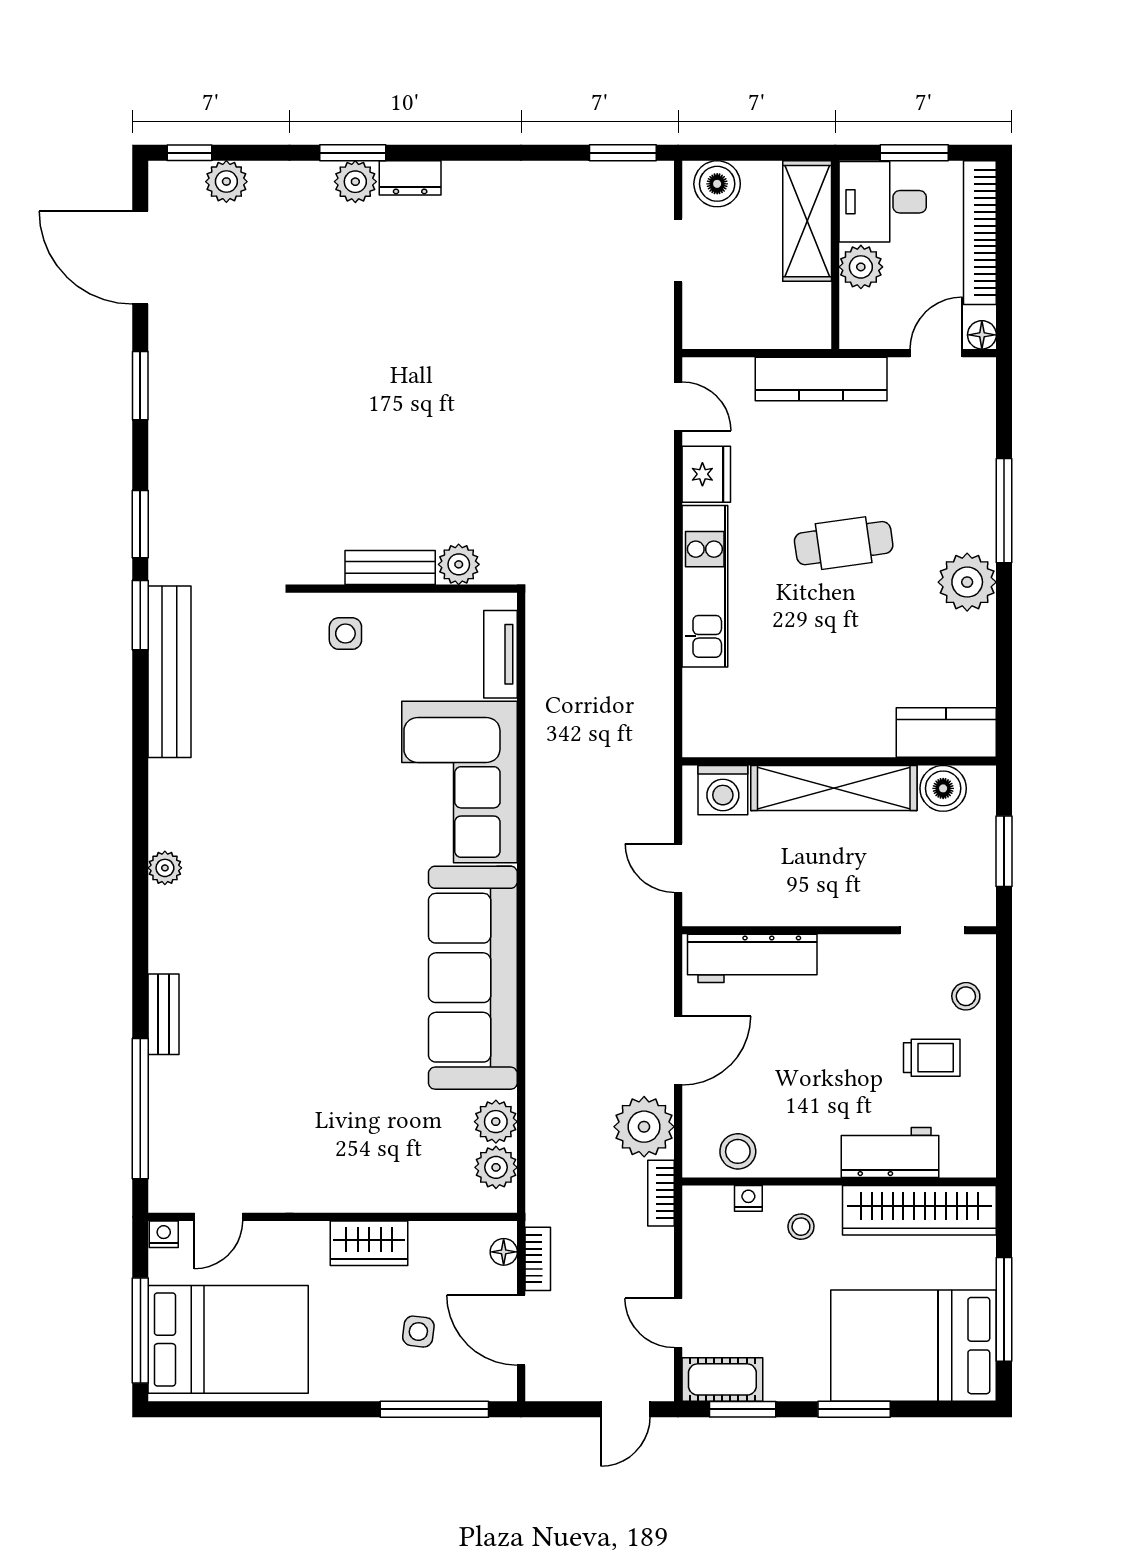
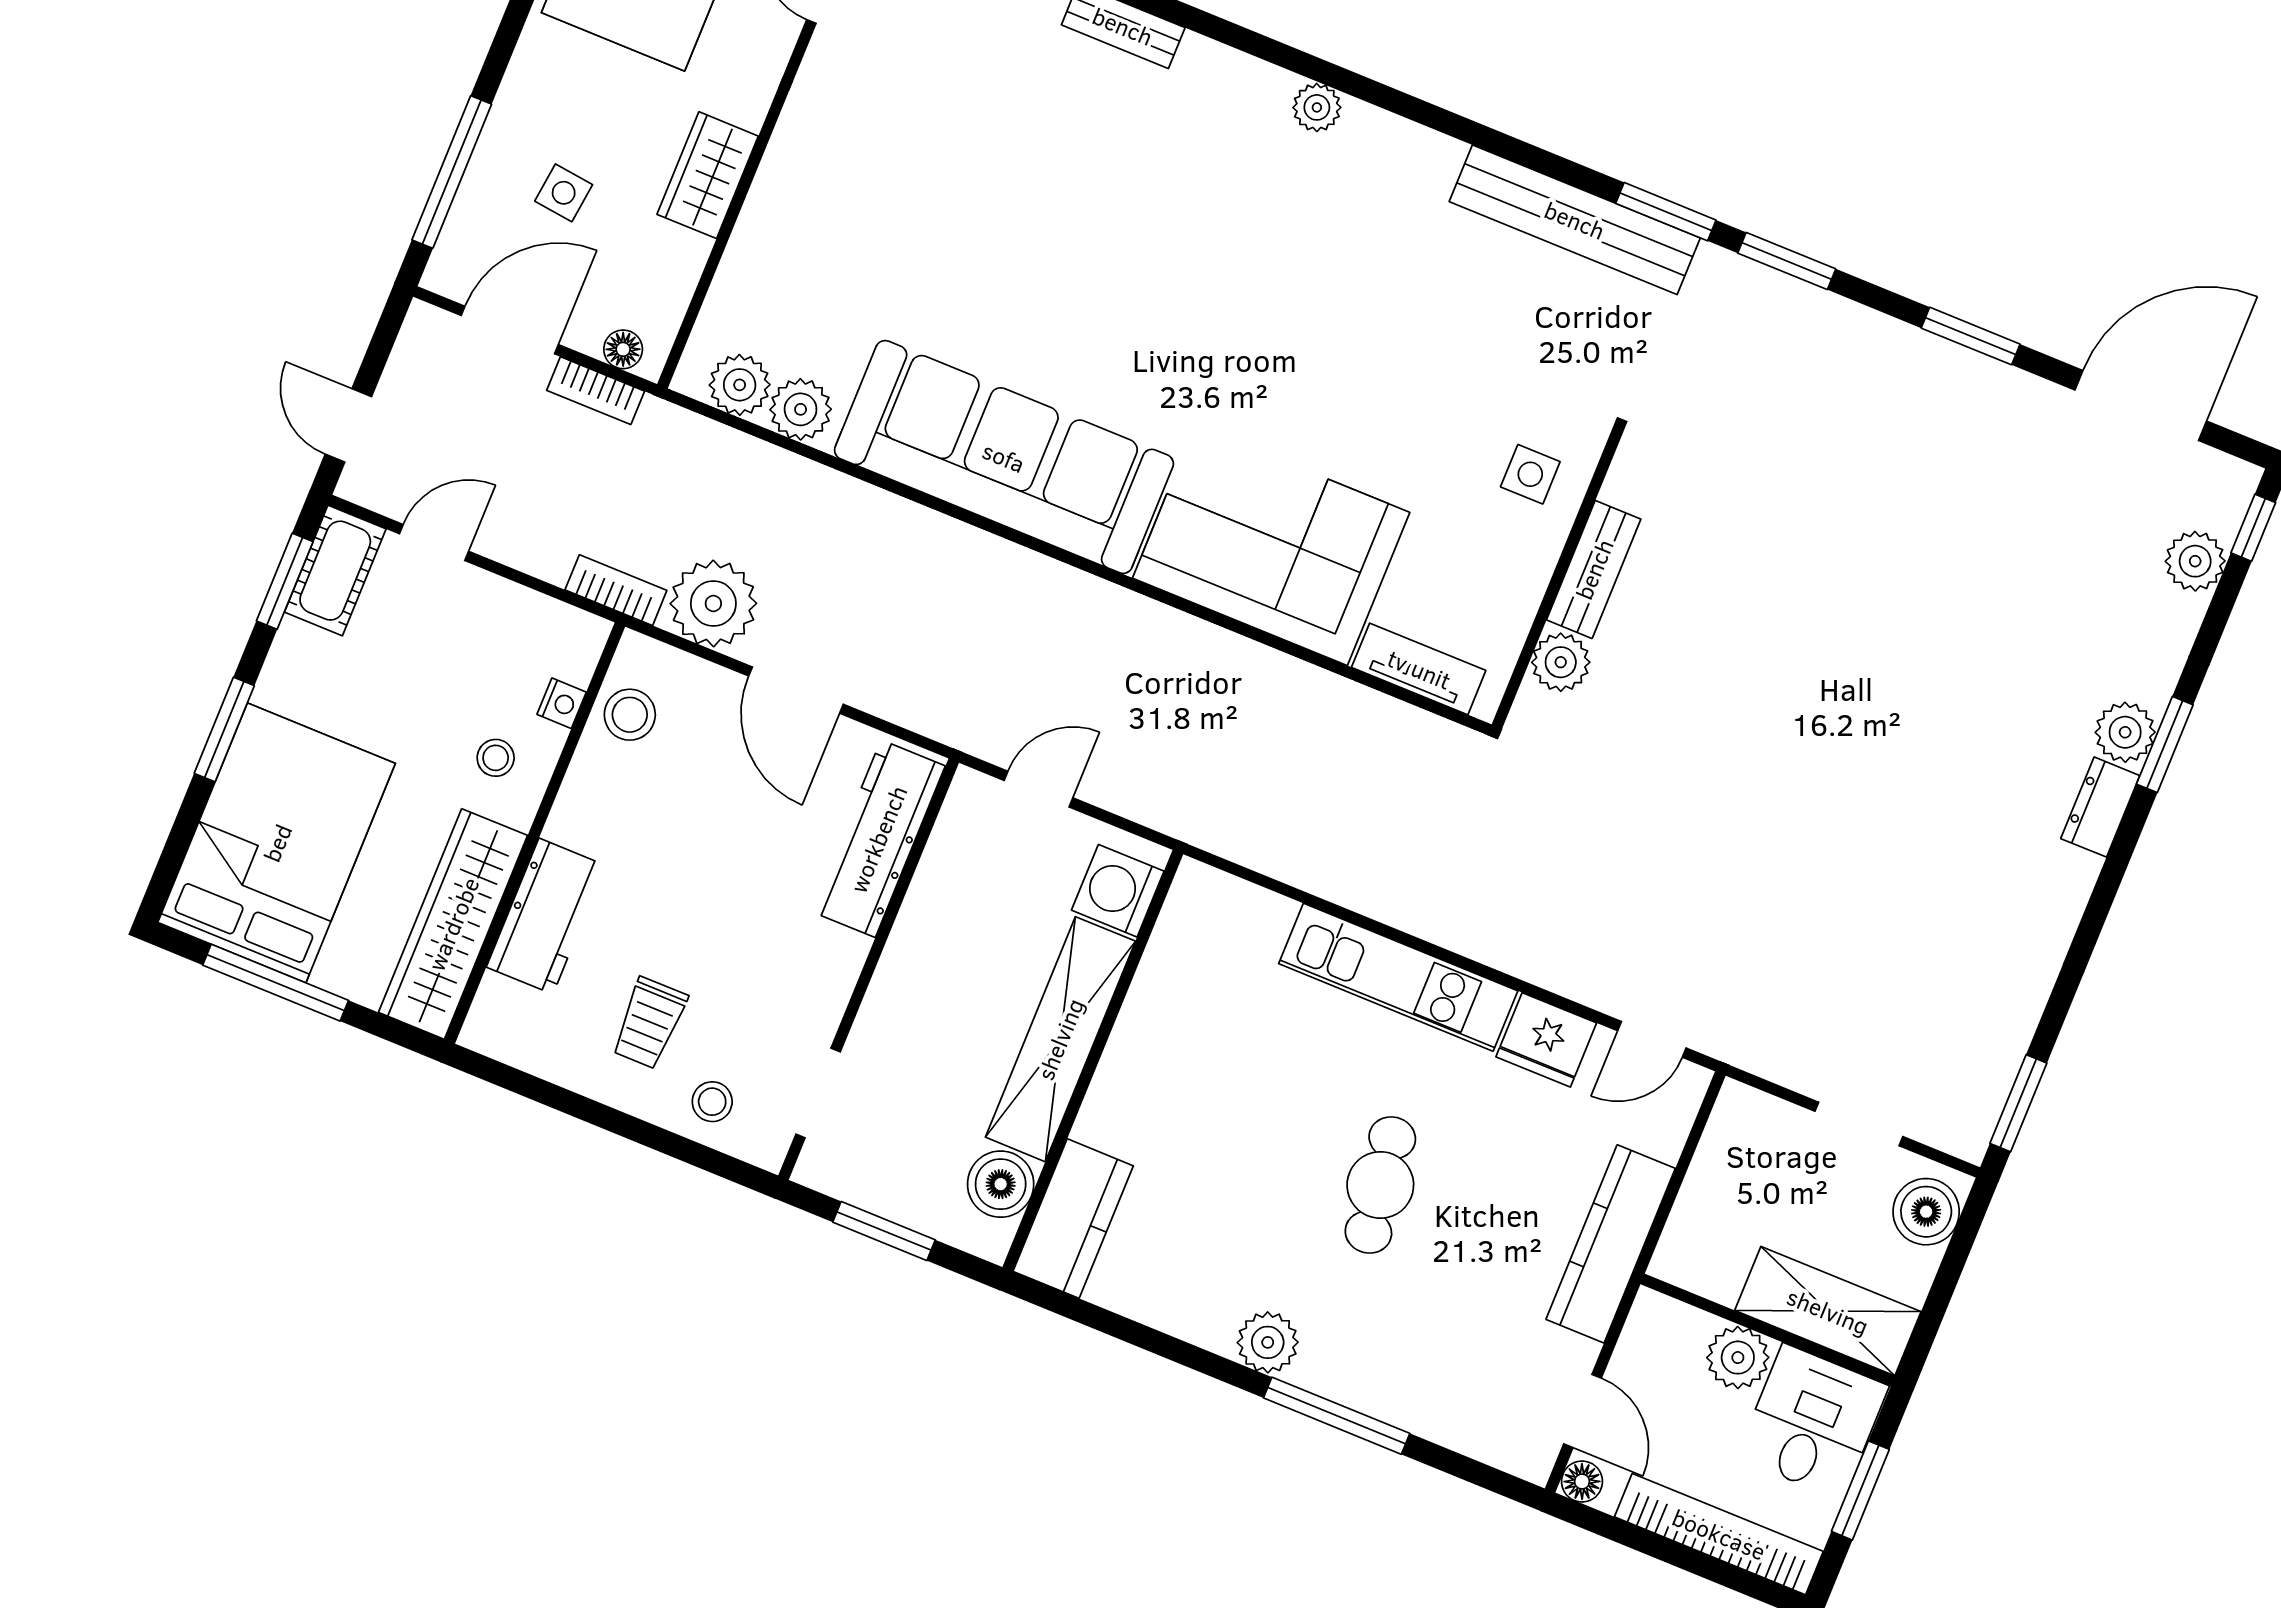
plant: (967, 582) -> (1268, 1342), width x0.73, depth x0.73

